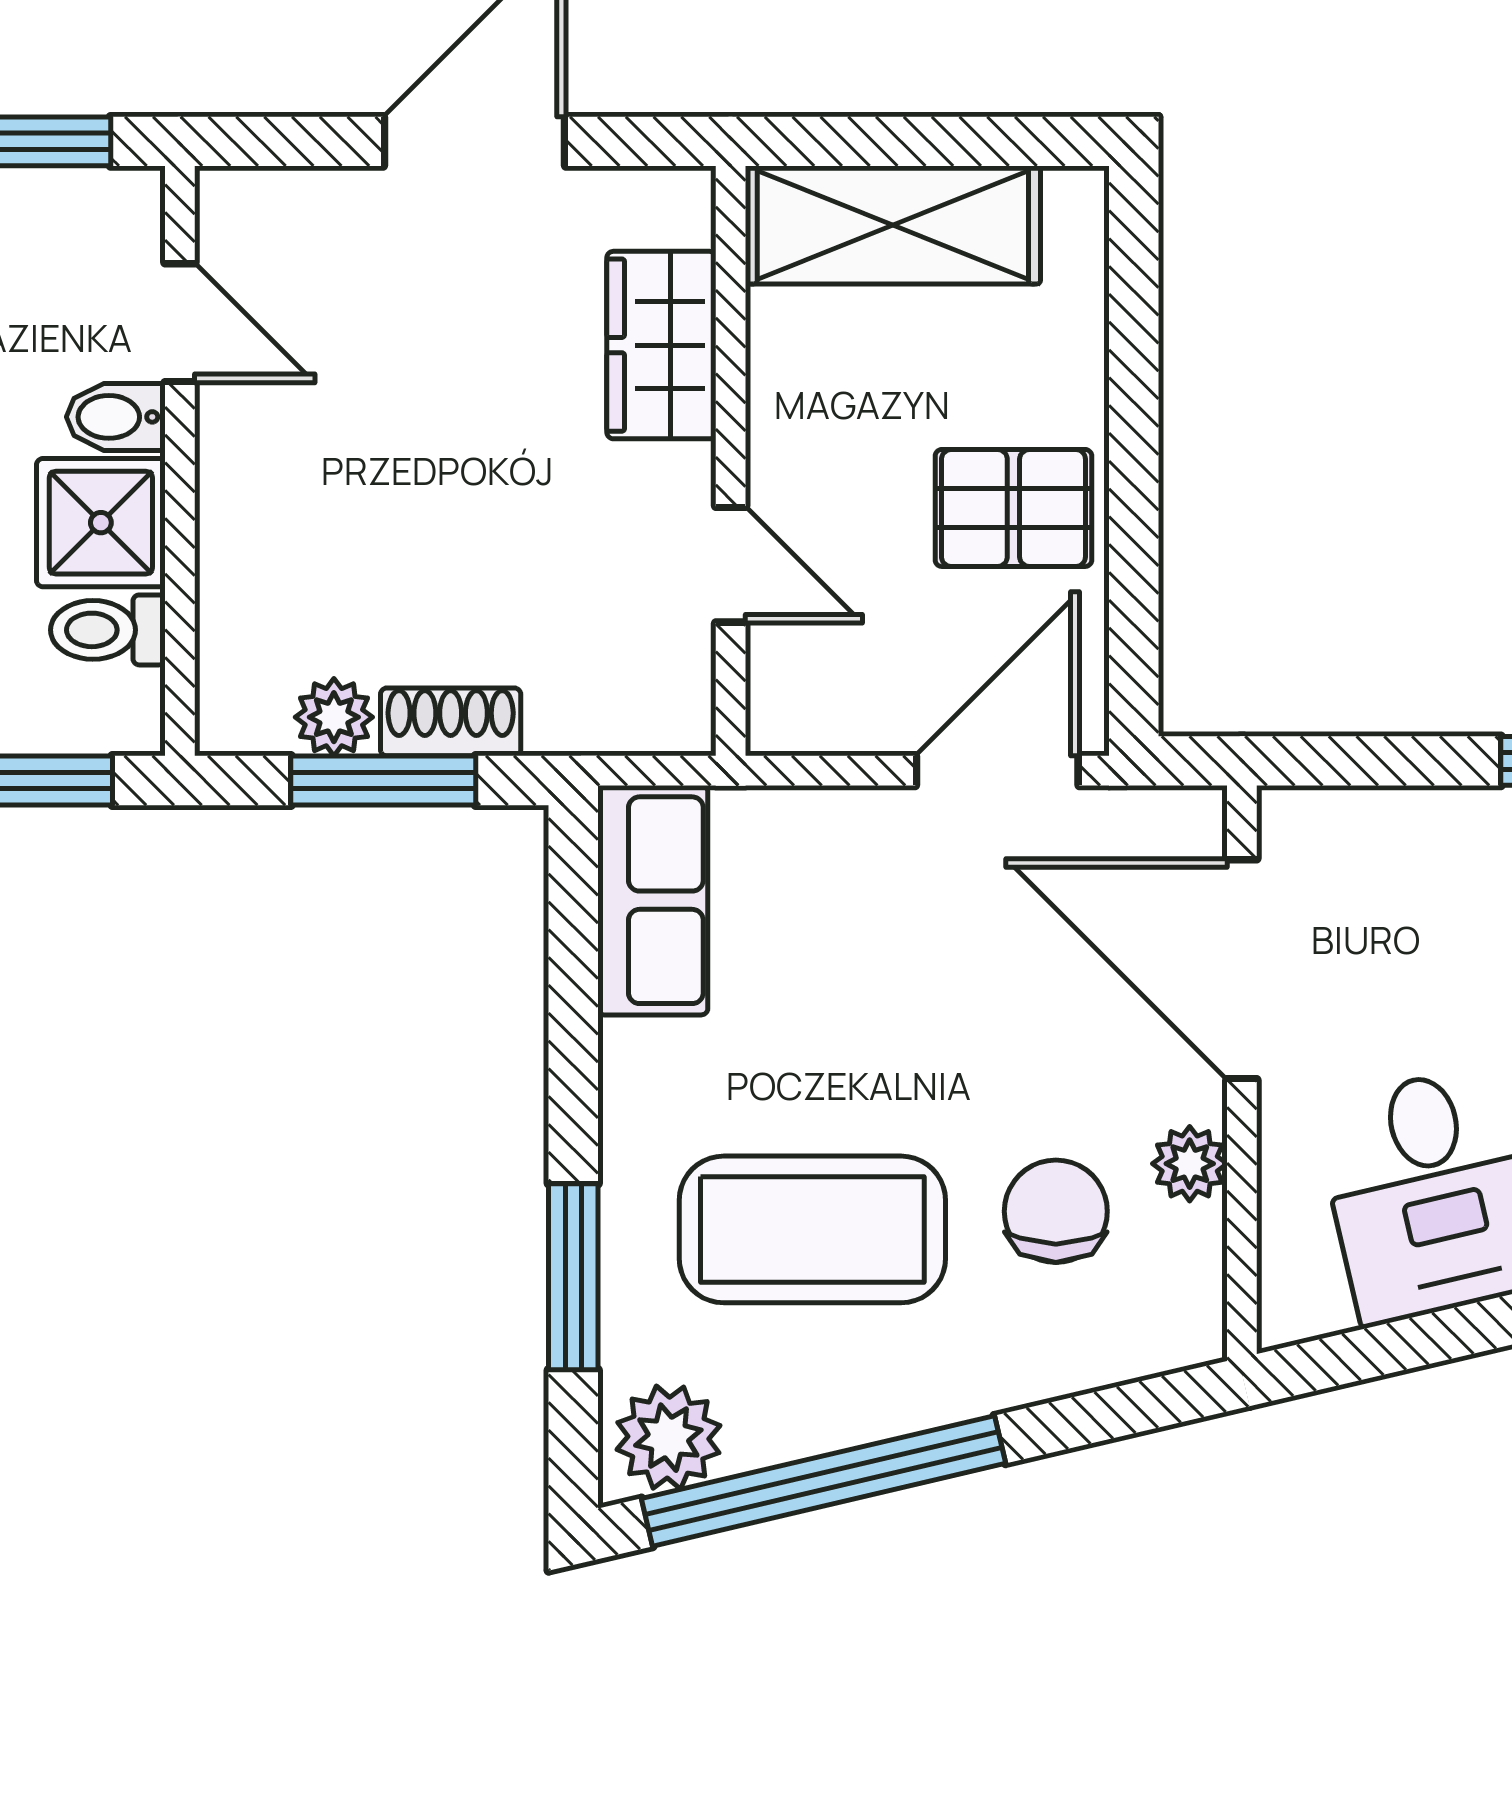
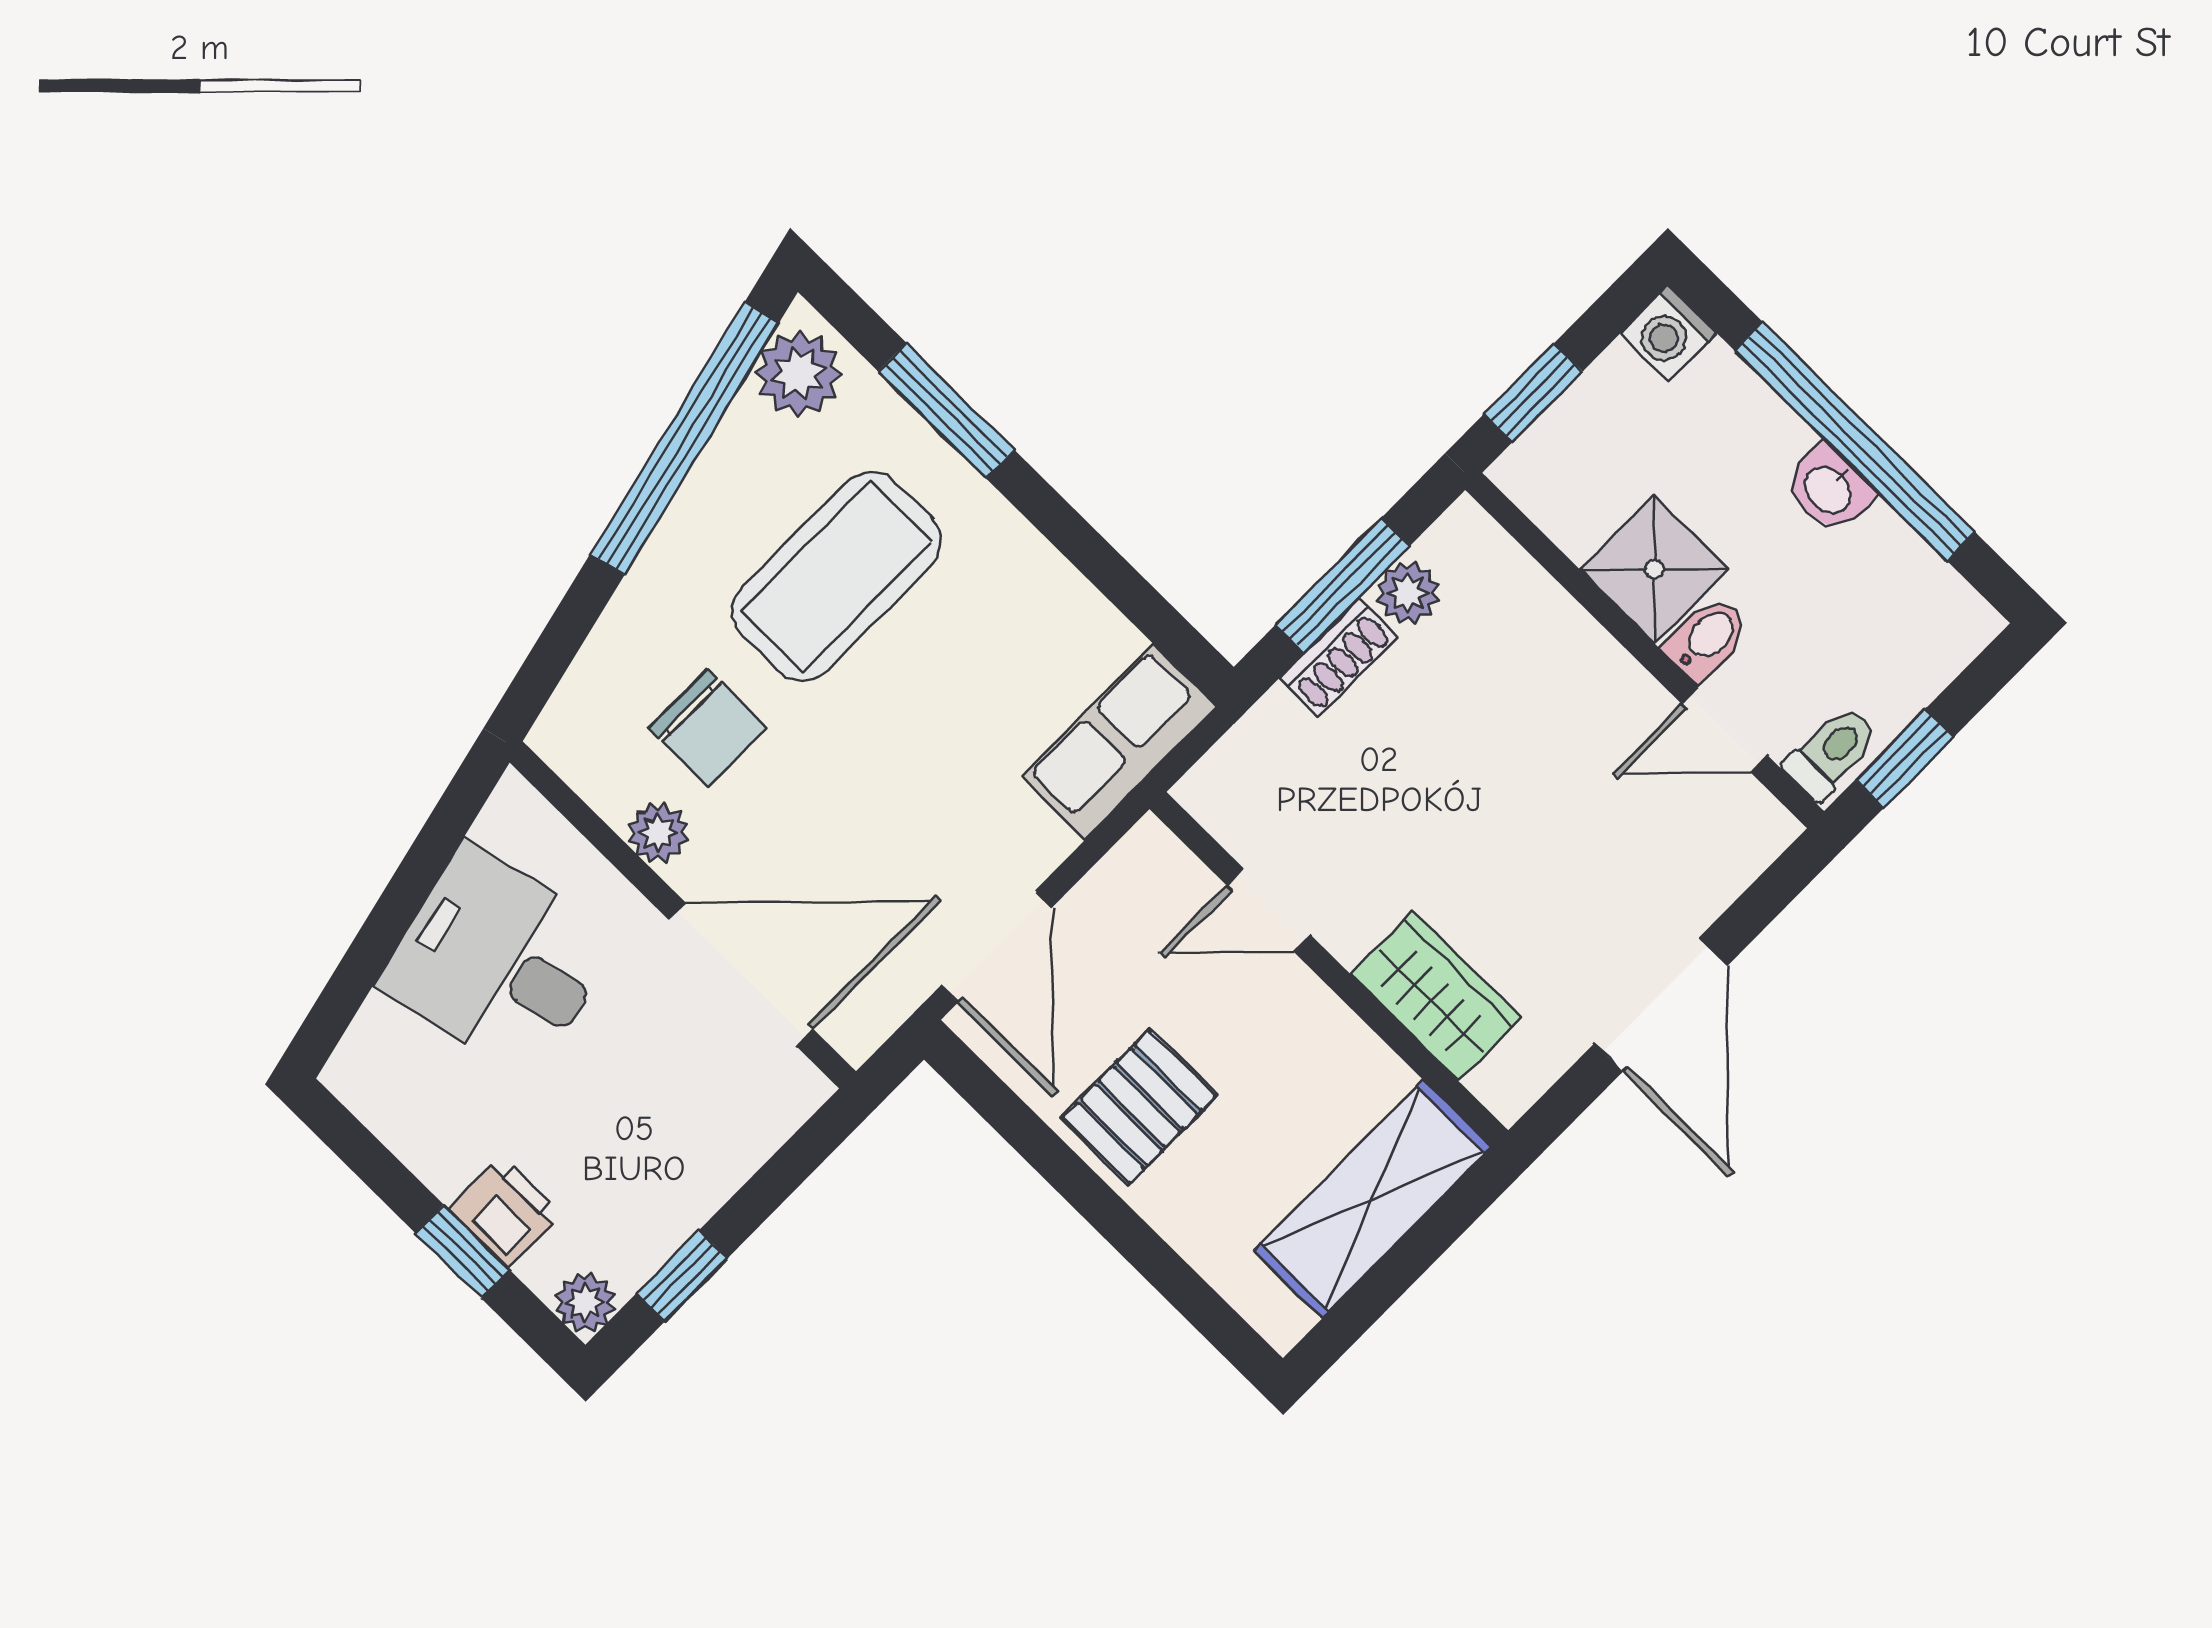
toilet: (108, 630) -> (1831, 752), moved
row of seats: (653, 900) -> (1119, 742), moved, turned 90

